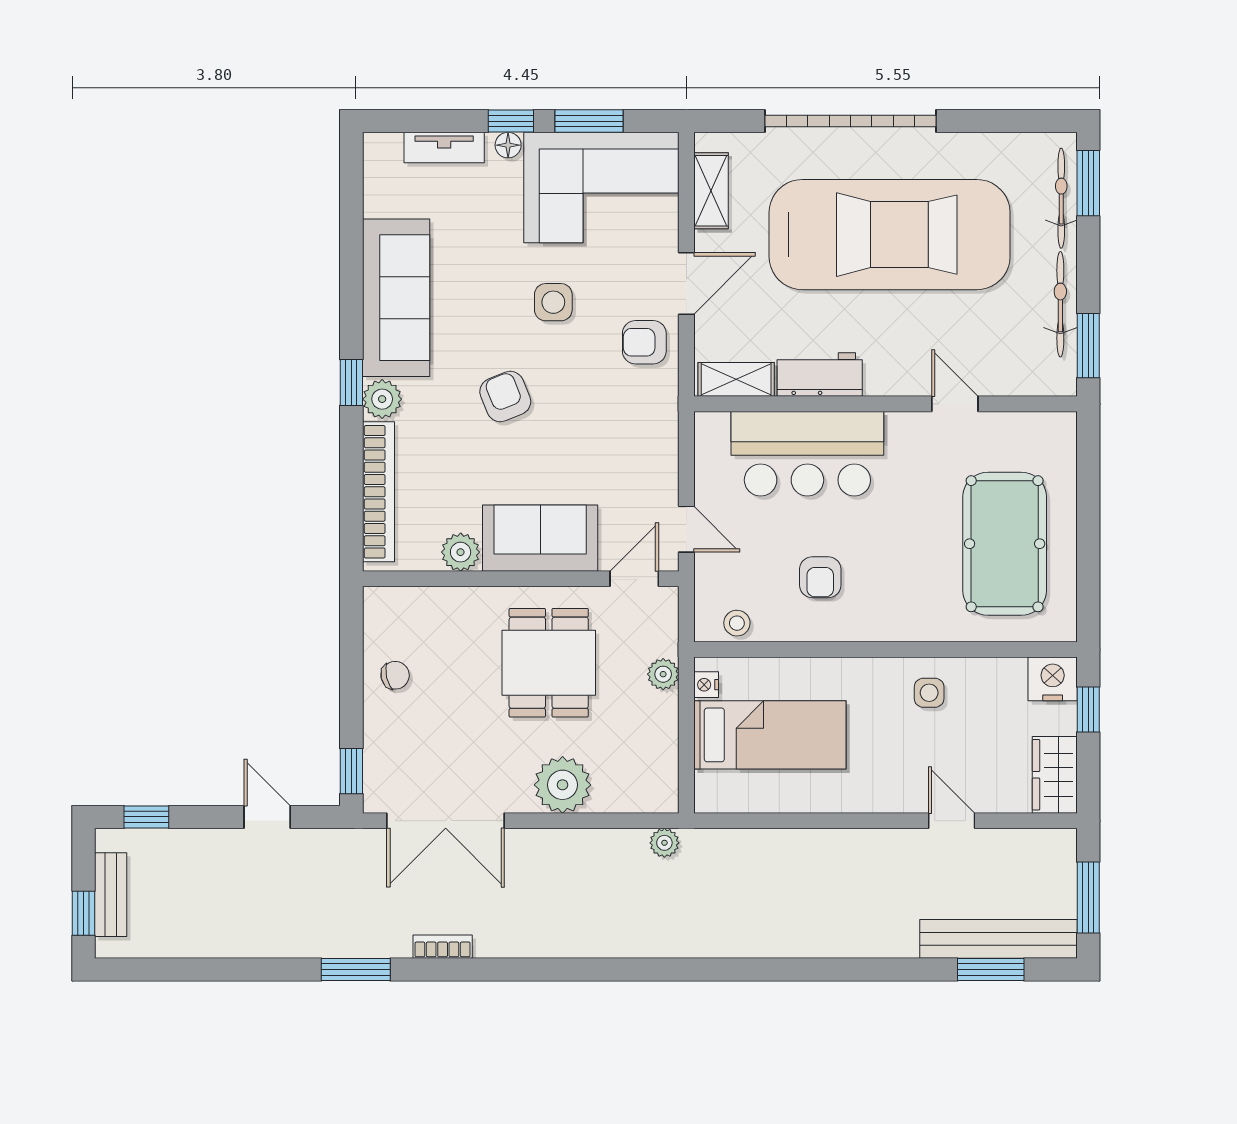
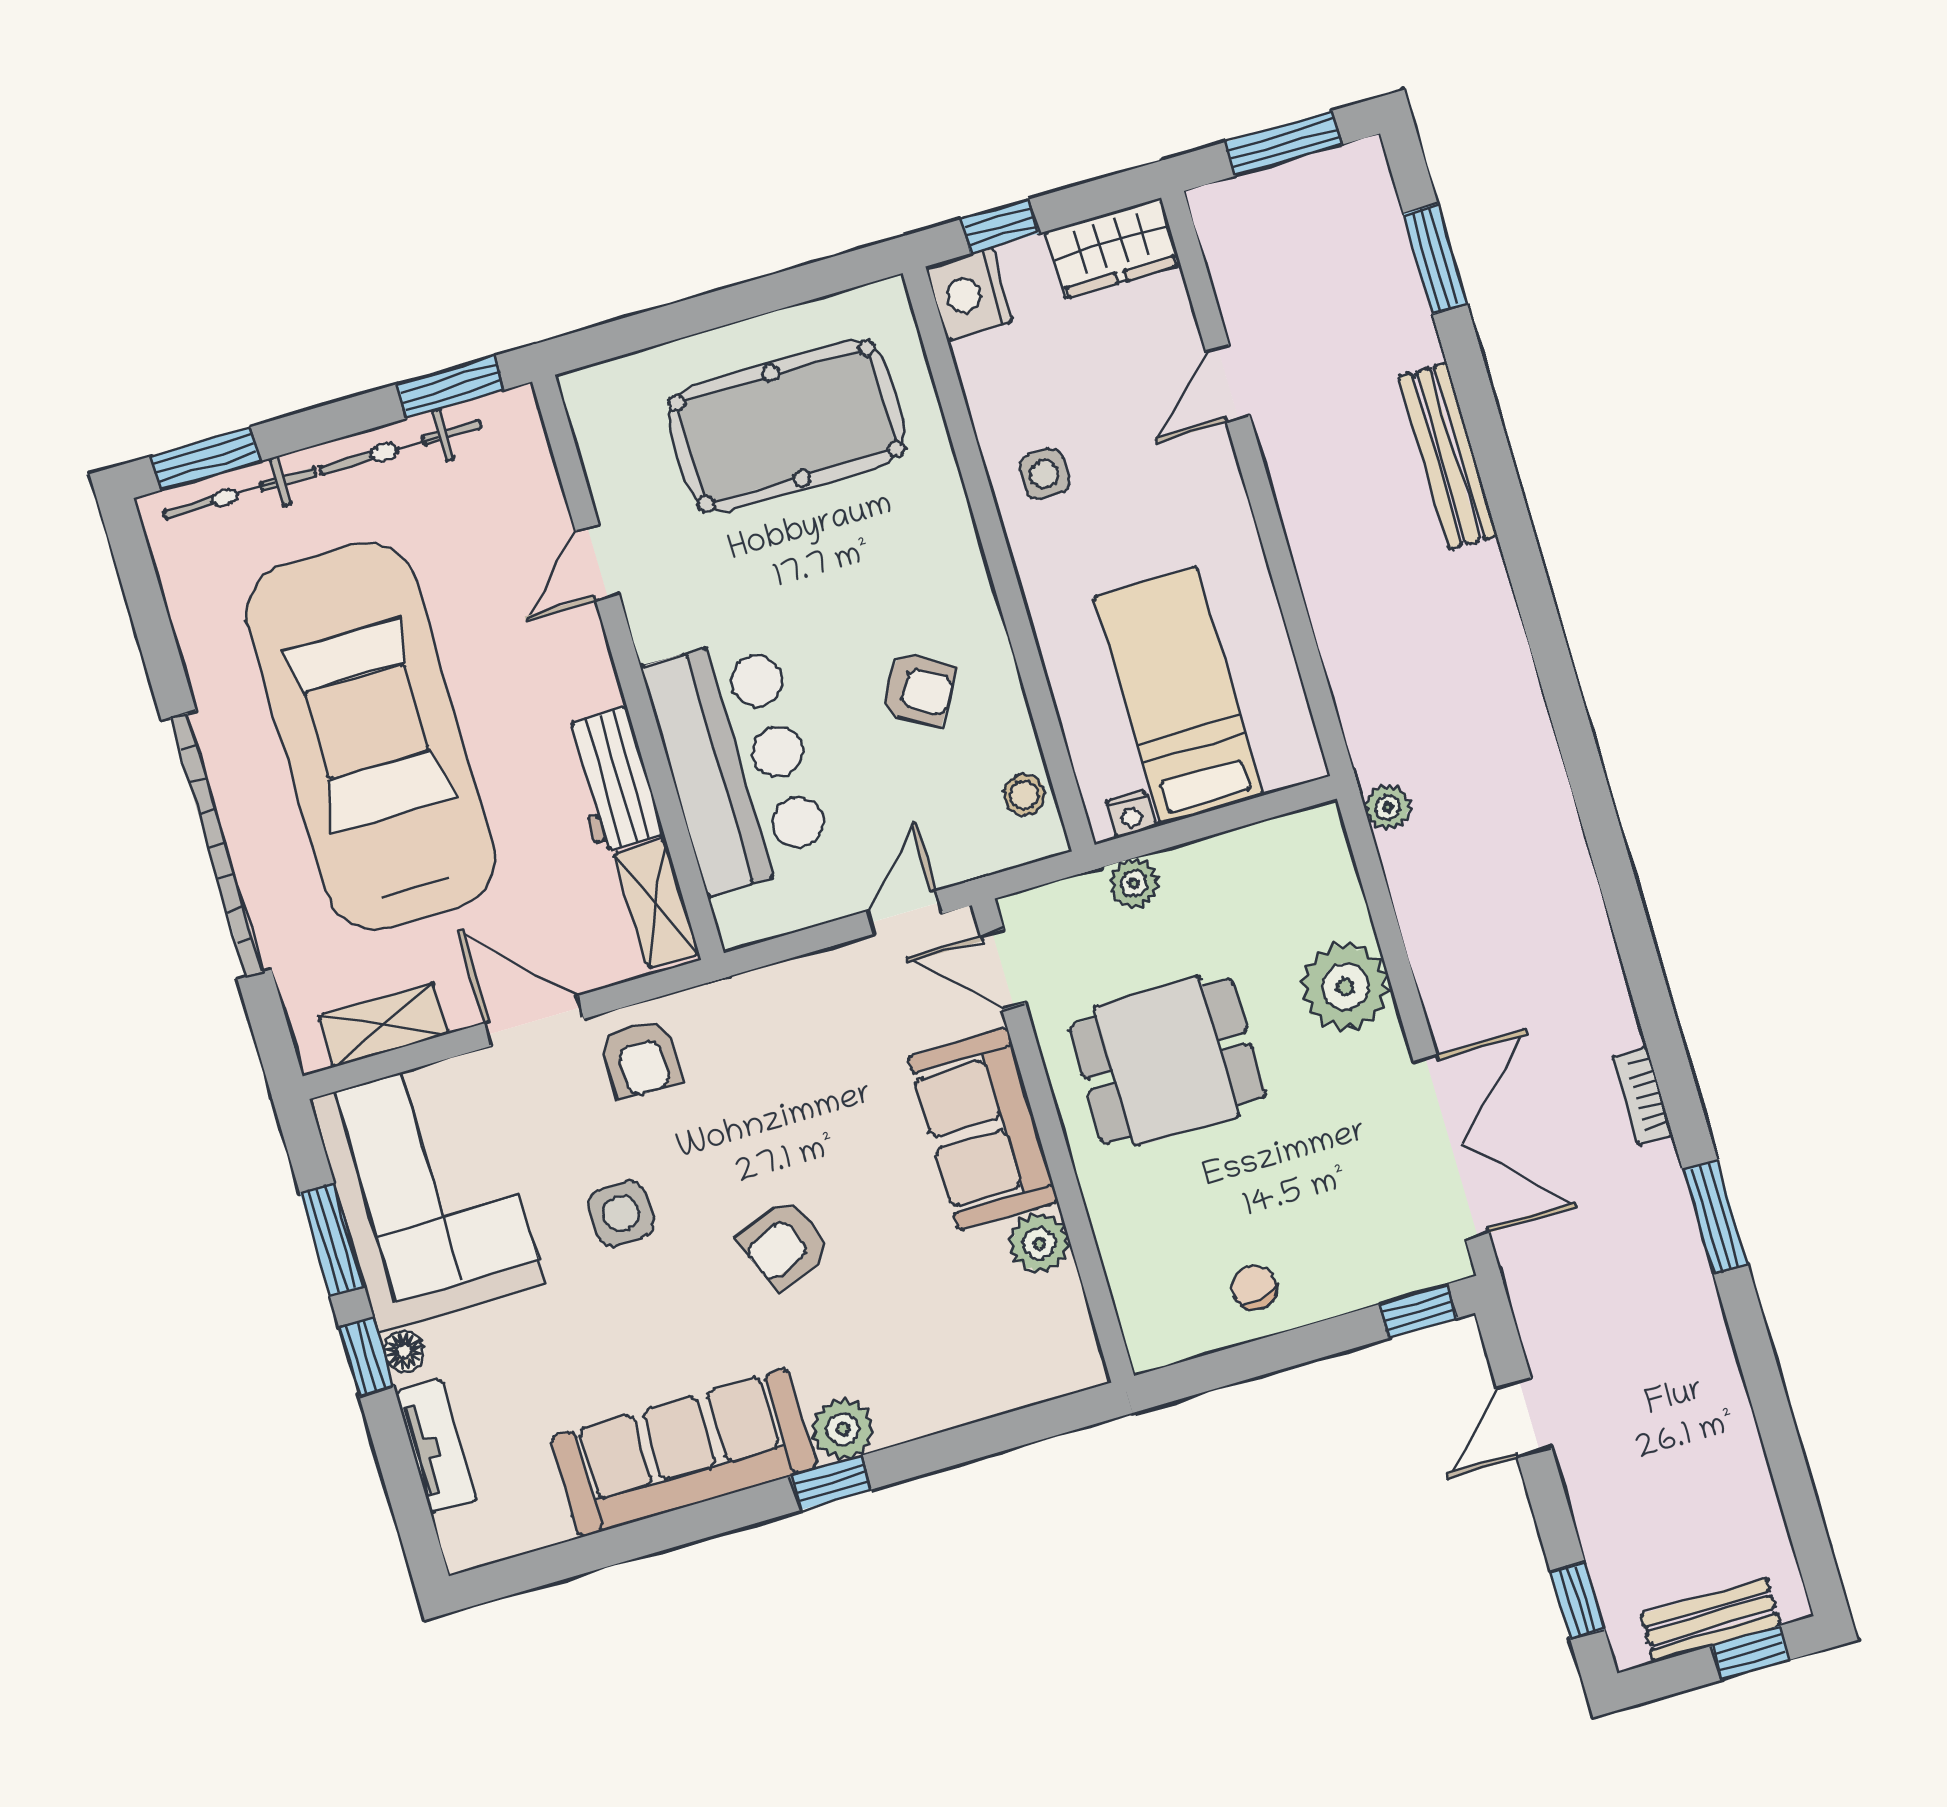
bookcase: (378, 492) -> (984, 1394), removed
armchair: (820, 577) -> (918, 689), turned 32
bench: (998, 939) -> (1448, 456), moved, width x0.73, depth x0.82

